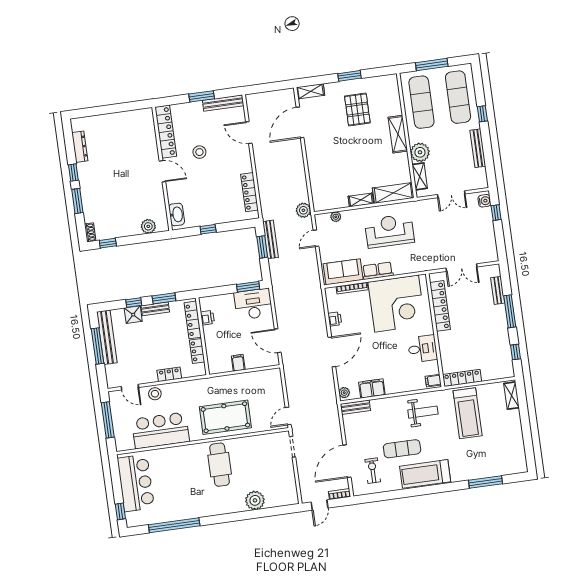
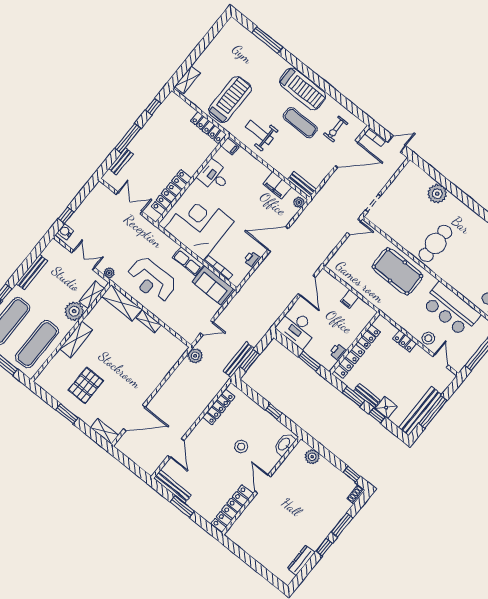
stool: (199, 152) -> (241, 447), moved
plant: (336, 217) -> (109, 273), moved
window: (248, 287) -> (309, 361), moved

